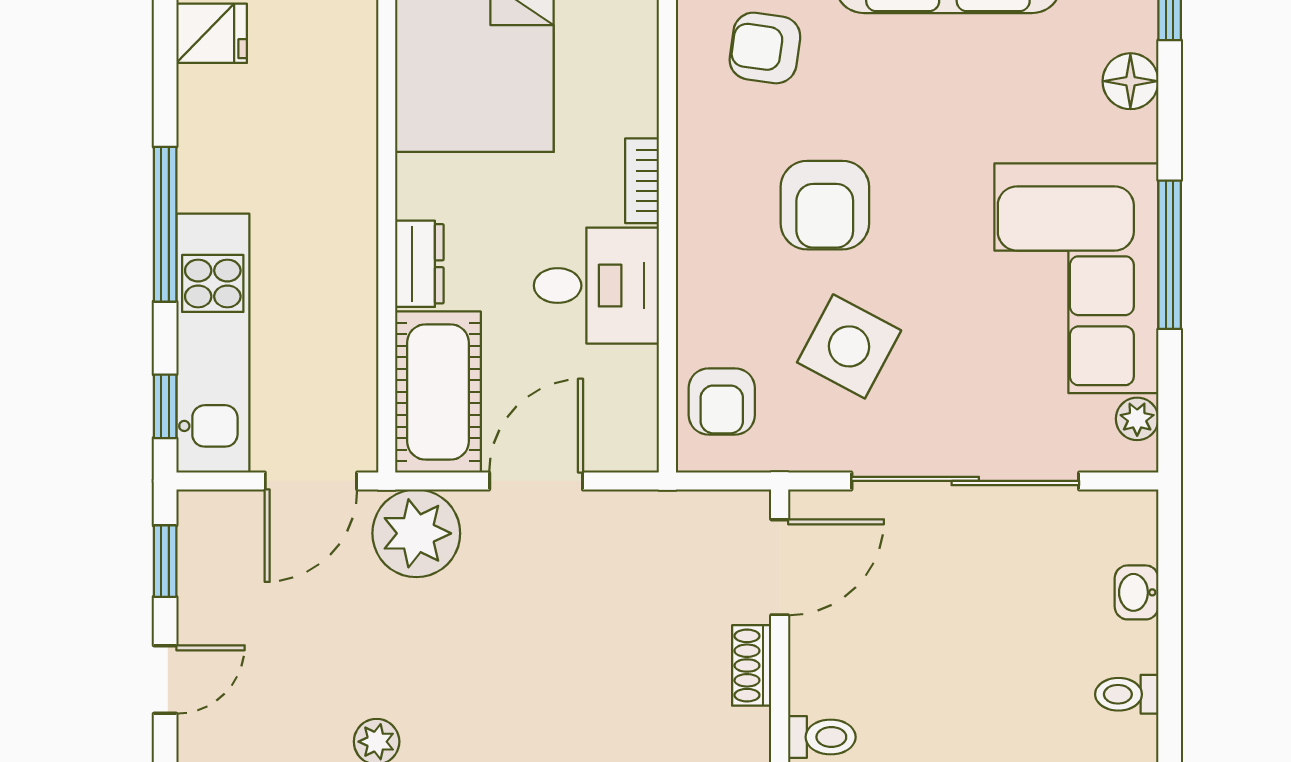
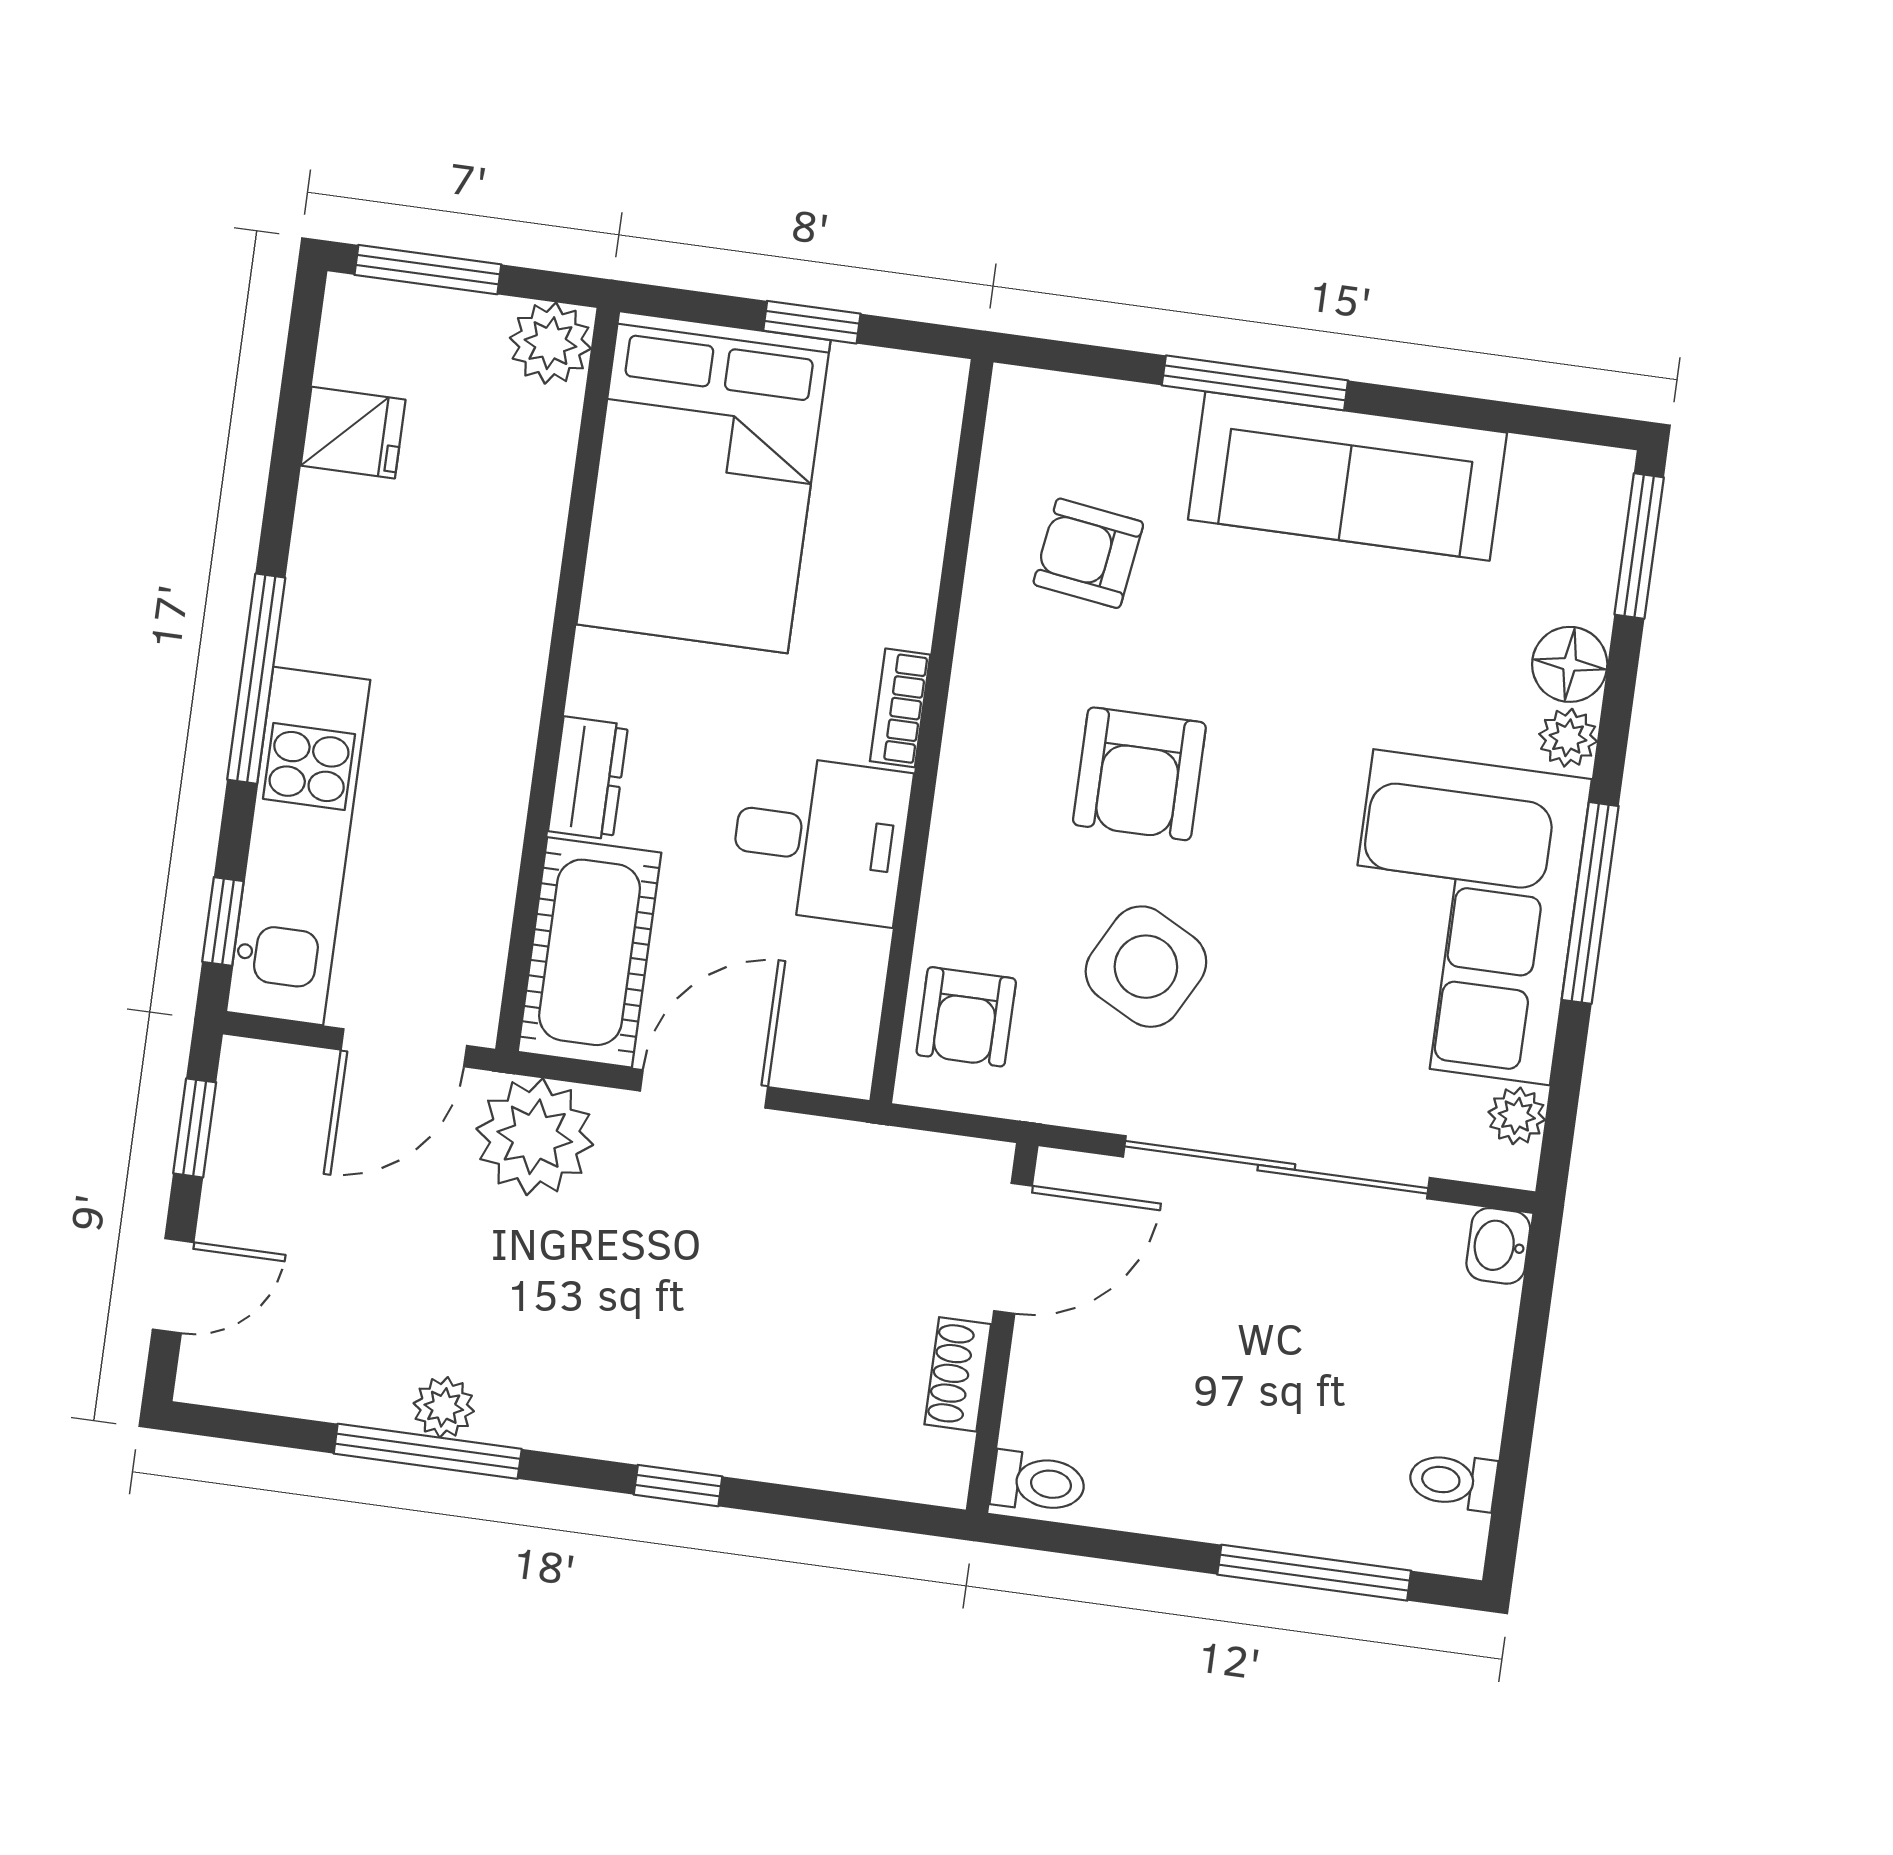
plant: (1137, 135) -> (1568, 738), added
washbasin: (1137, 592) -> (1498, 1246), moved

